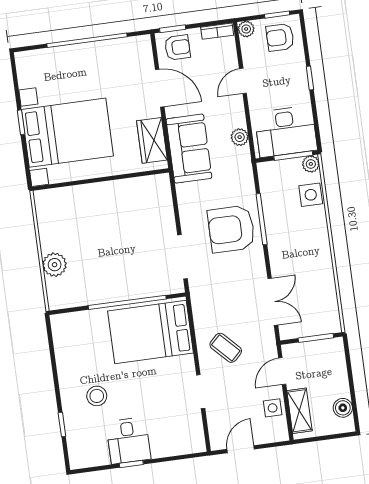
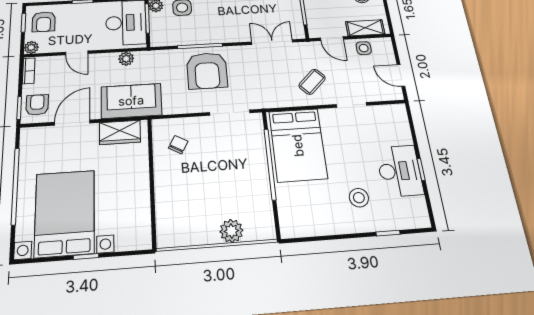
bed with nightstands: (67, 133) -> (65, 213), moved
chair: (142, 204) -> (178, 145), added
desk: (128, 441) -> (400, 171), width x1.37

